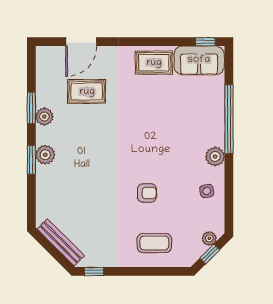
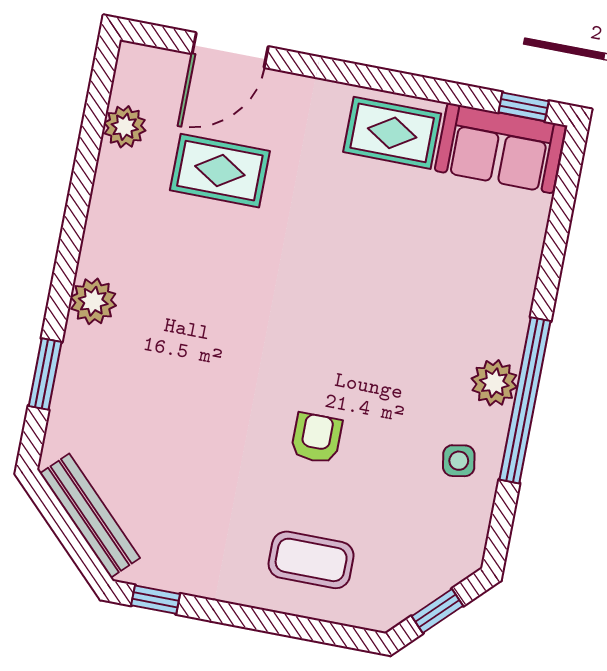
window: (31, 108) -> (82, 184), removed
plant: (44, 117) -> (125, 127), moved
window: (229, 119) -> (525, 400), moved
window: (31, 160) -> (45, 374), moved
armchair: (147, 193) -> (316, 438), turned -90
plant: (209, 238) -> (443, 574), removed

